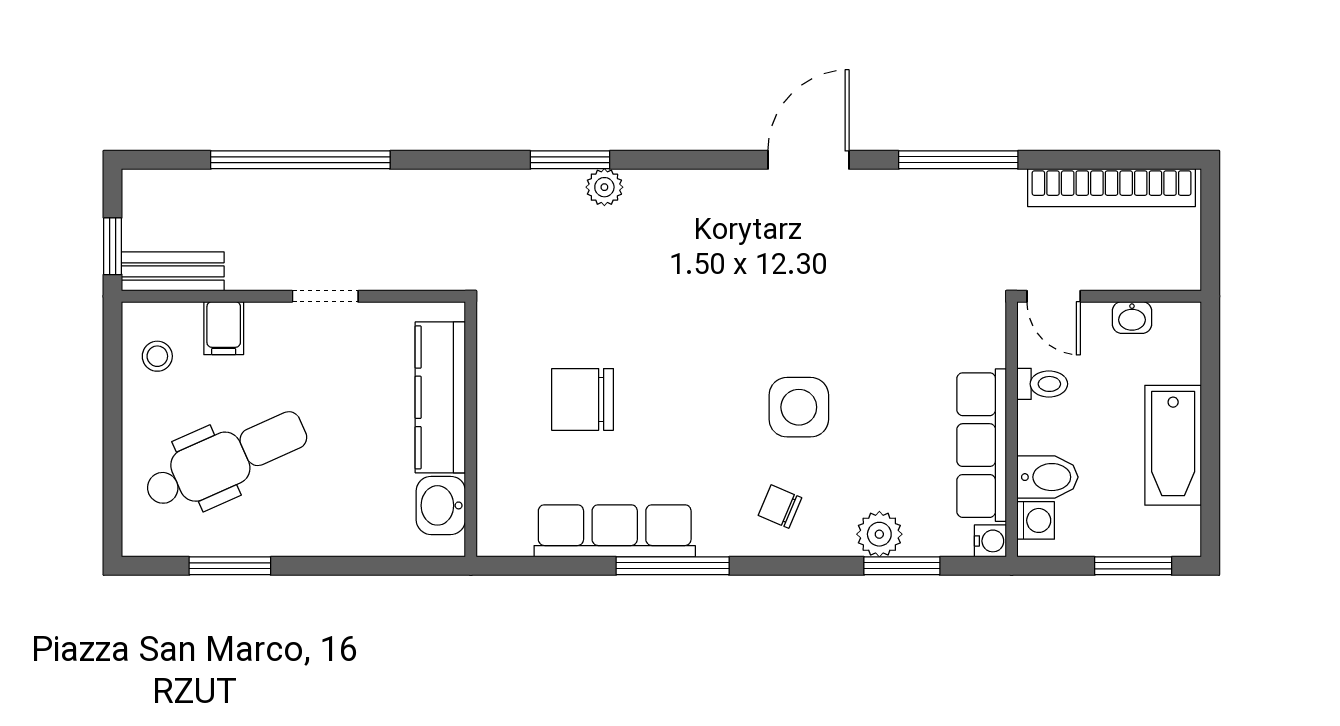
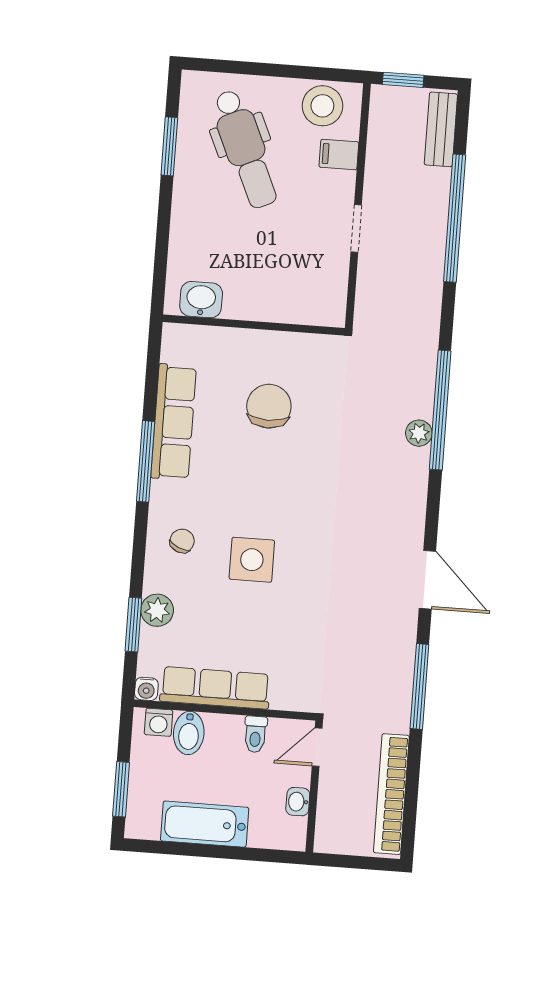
window: (570, 160) -> (440, 410), width x2.11
bench: (173, 271) -> (441, 129), moved
stool: (157, 356) -> (322, 106), width x1.89, depth x1.89
kitchen counter: (440, 397) -> (278, 305), removed

